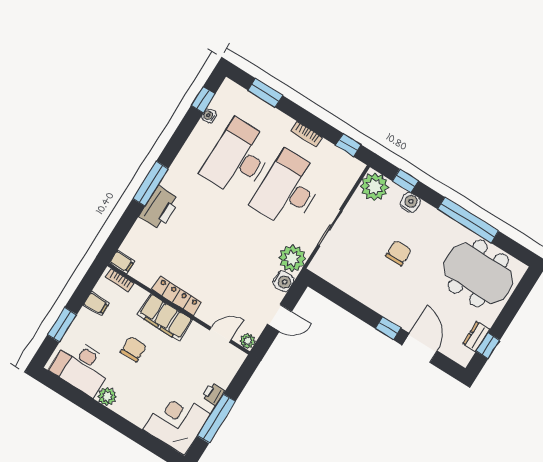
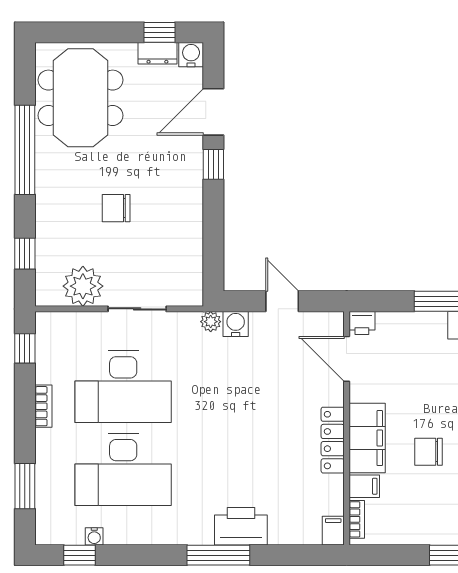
plant: (374, 187) -> (83, 286), moved
water cooler: (410, 203) -> (191, 55), moved, turned 90
plant: (292, 258) -> (211, 322), width x0.53, depth x0.53
filing cabinet: (96, 304) -> (364, 486), moved, turned 90
door: (220, 335) -> (347, 359), width x1.38
plant: (248, 341) -> (333, 322), removed
printer: (213, 394) -> (362, 323), moved

